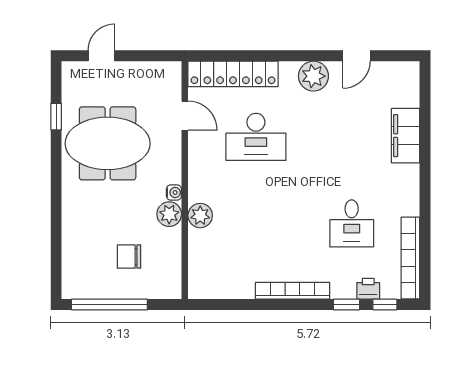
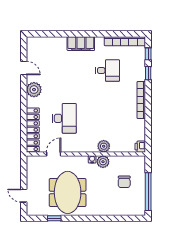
filing cabinet: (405, 136) -> (81, 44), moved
printer: (368, 289) -> (140, 147), moved

